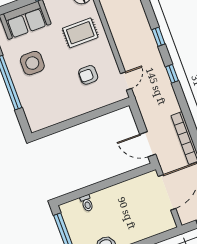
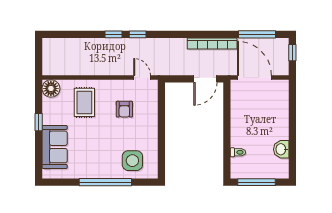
side table: (32, 63) -> (132, 161), moved
window: (172, 74) -> (138, 34), moved

